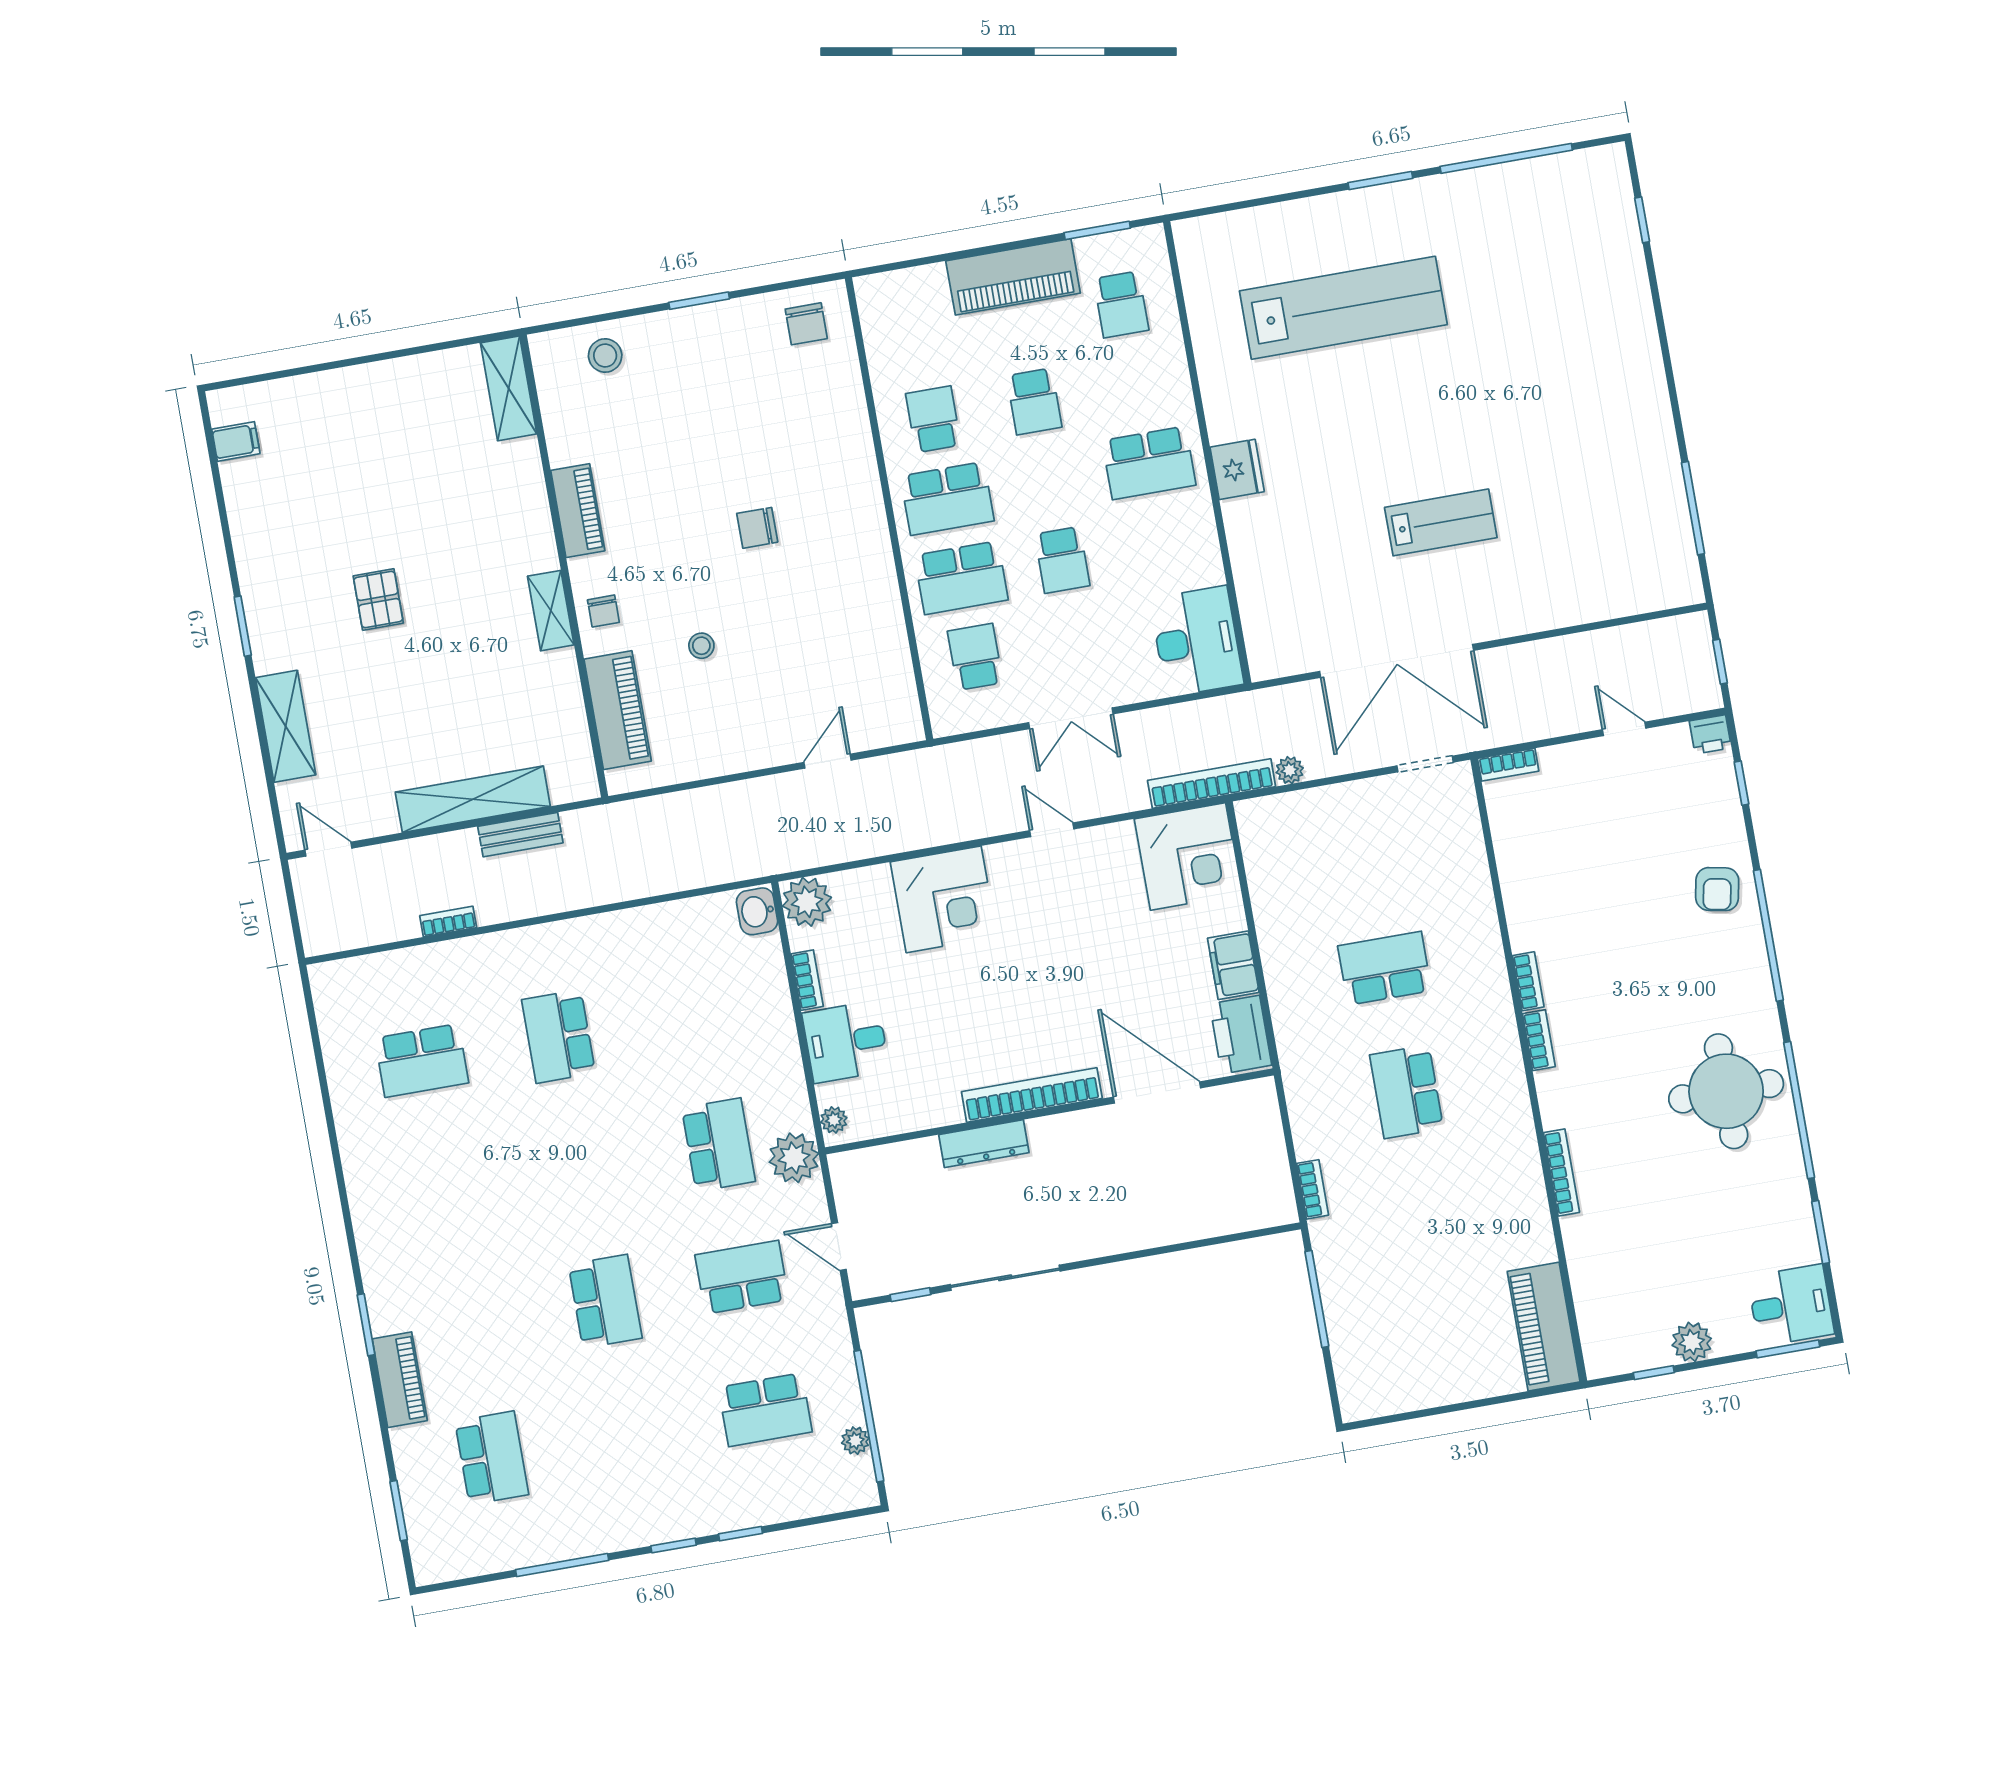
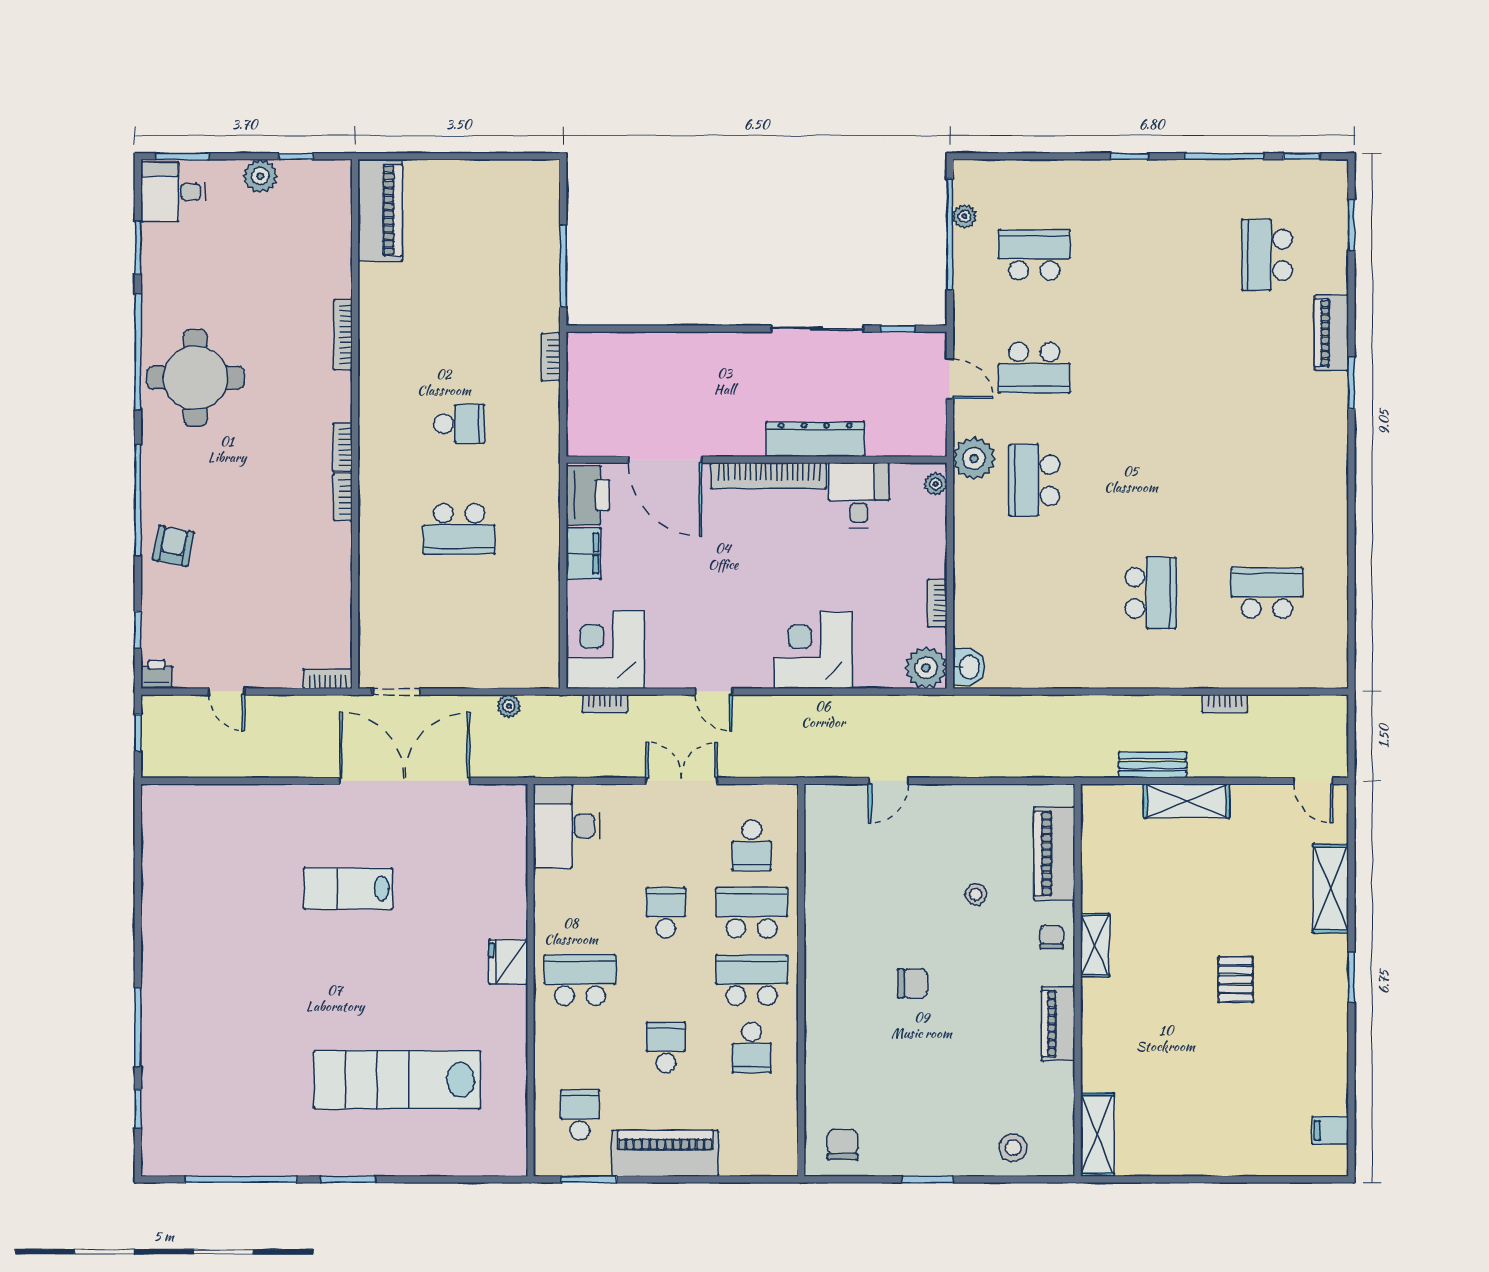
window: (1693, 508) -> (138, 1027), moved
bookcase: (1212, 784) -> (605, 704), width x0.43, depth x0.76
shelving: (473, 799) -> (1187, 801), width x0.68
desk: (846, 1042) -> (859, 495), moved, turned -90
school desk: (1406, 1092) -> (459, 424), width x0.54
dresser: (984, 1144) -> (815, 439), width x1.37, depth x1.24
school desk: (605, 1301) -> (1151, 368), removed
window: (740, 1534) -> (1302, 156), moved

